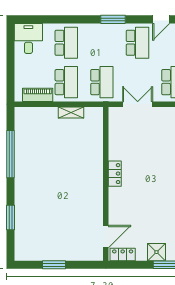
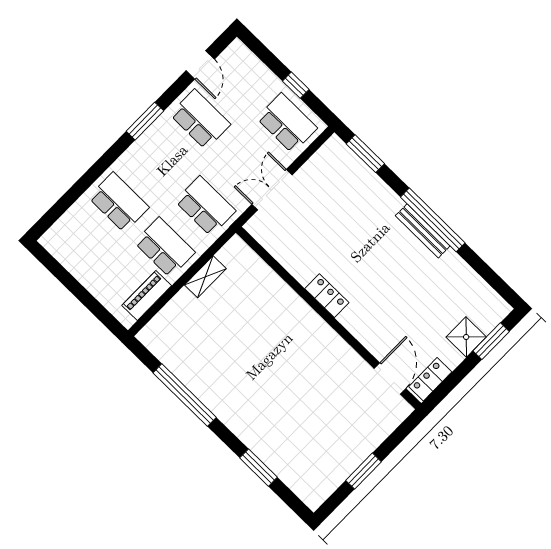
desk: (28, 38) -> (70, 241), removed

